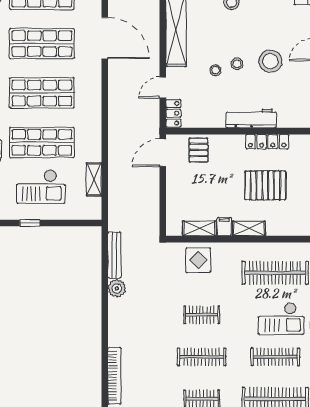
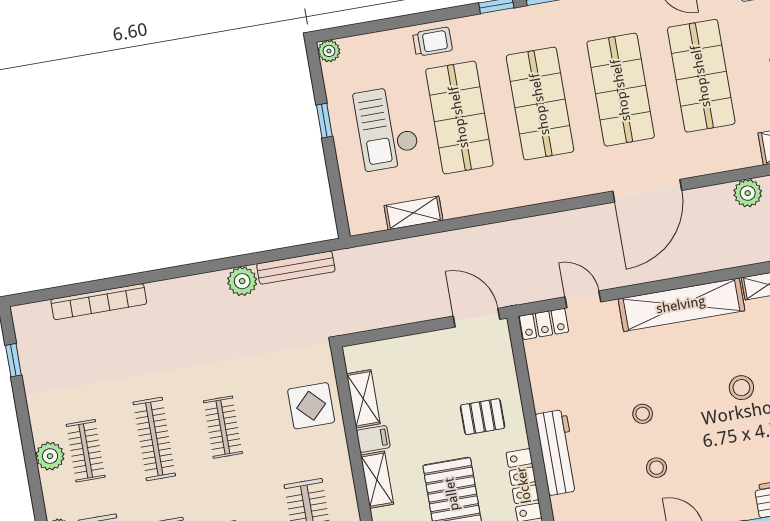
stool: (270, 61) -> (656, 468), width x0.53, depth x0.53
stool: (215, 70) -> (626, 381), removed
pallet: (199, 150) -> (483, 417), moved

